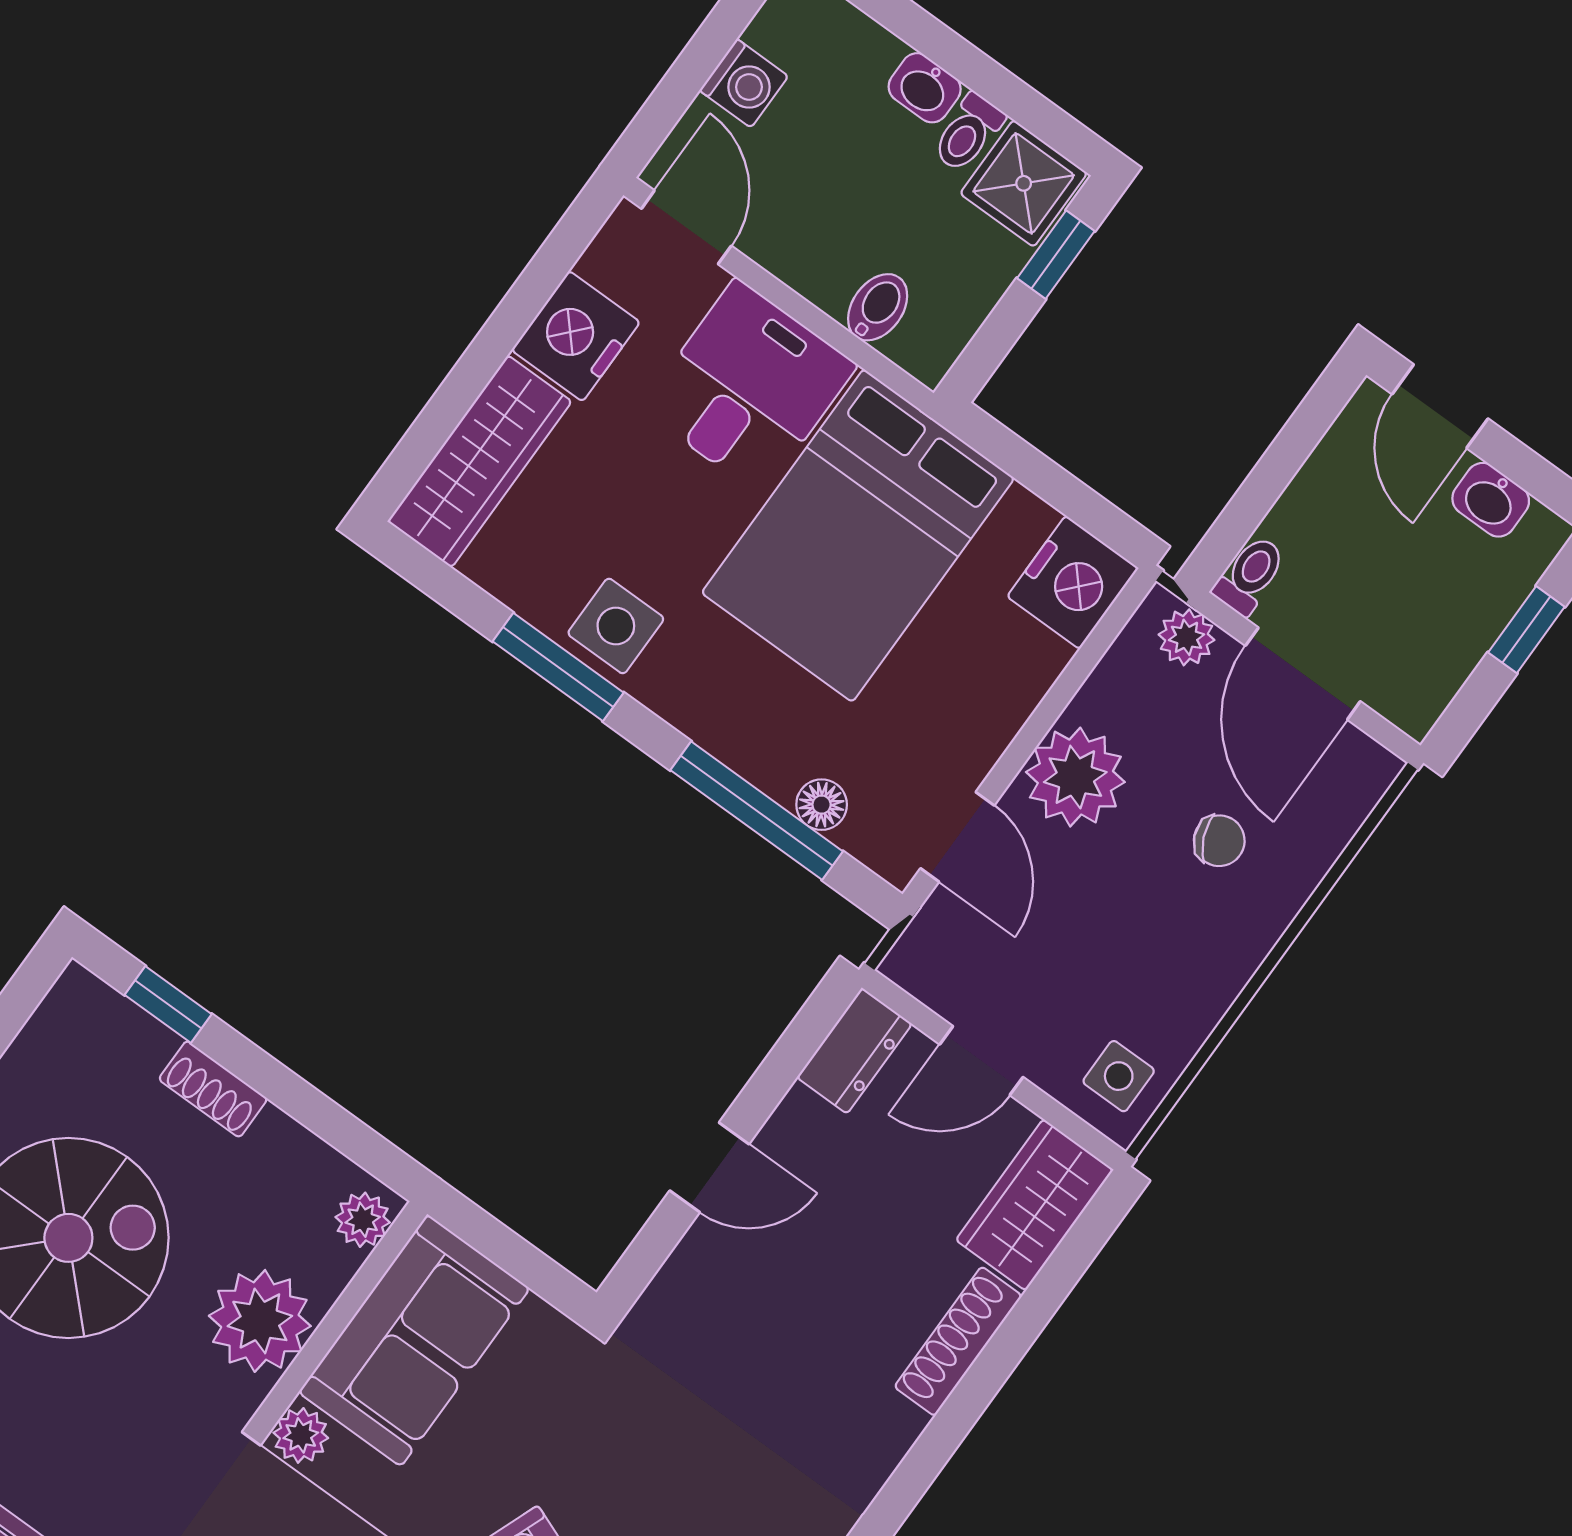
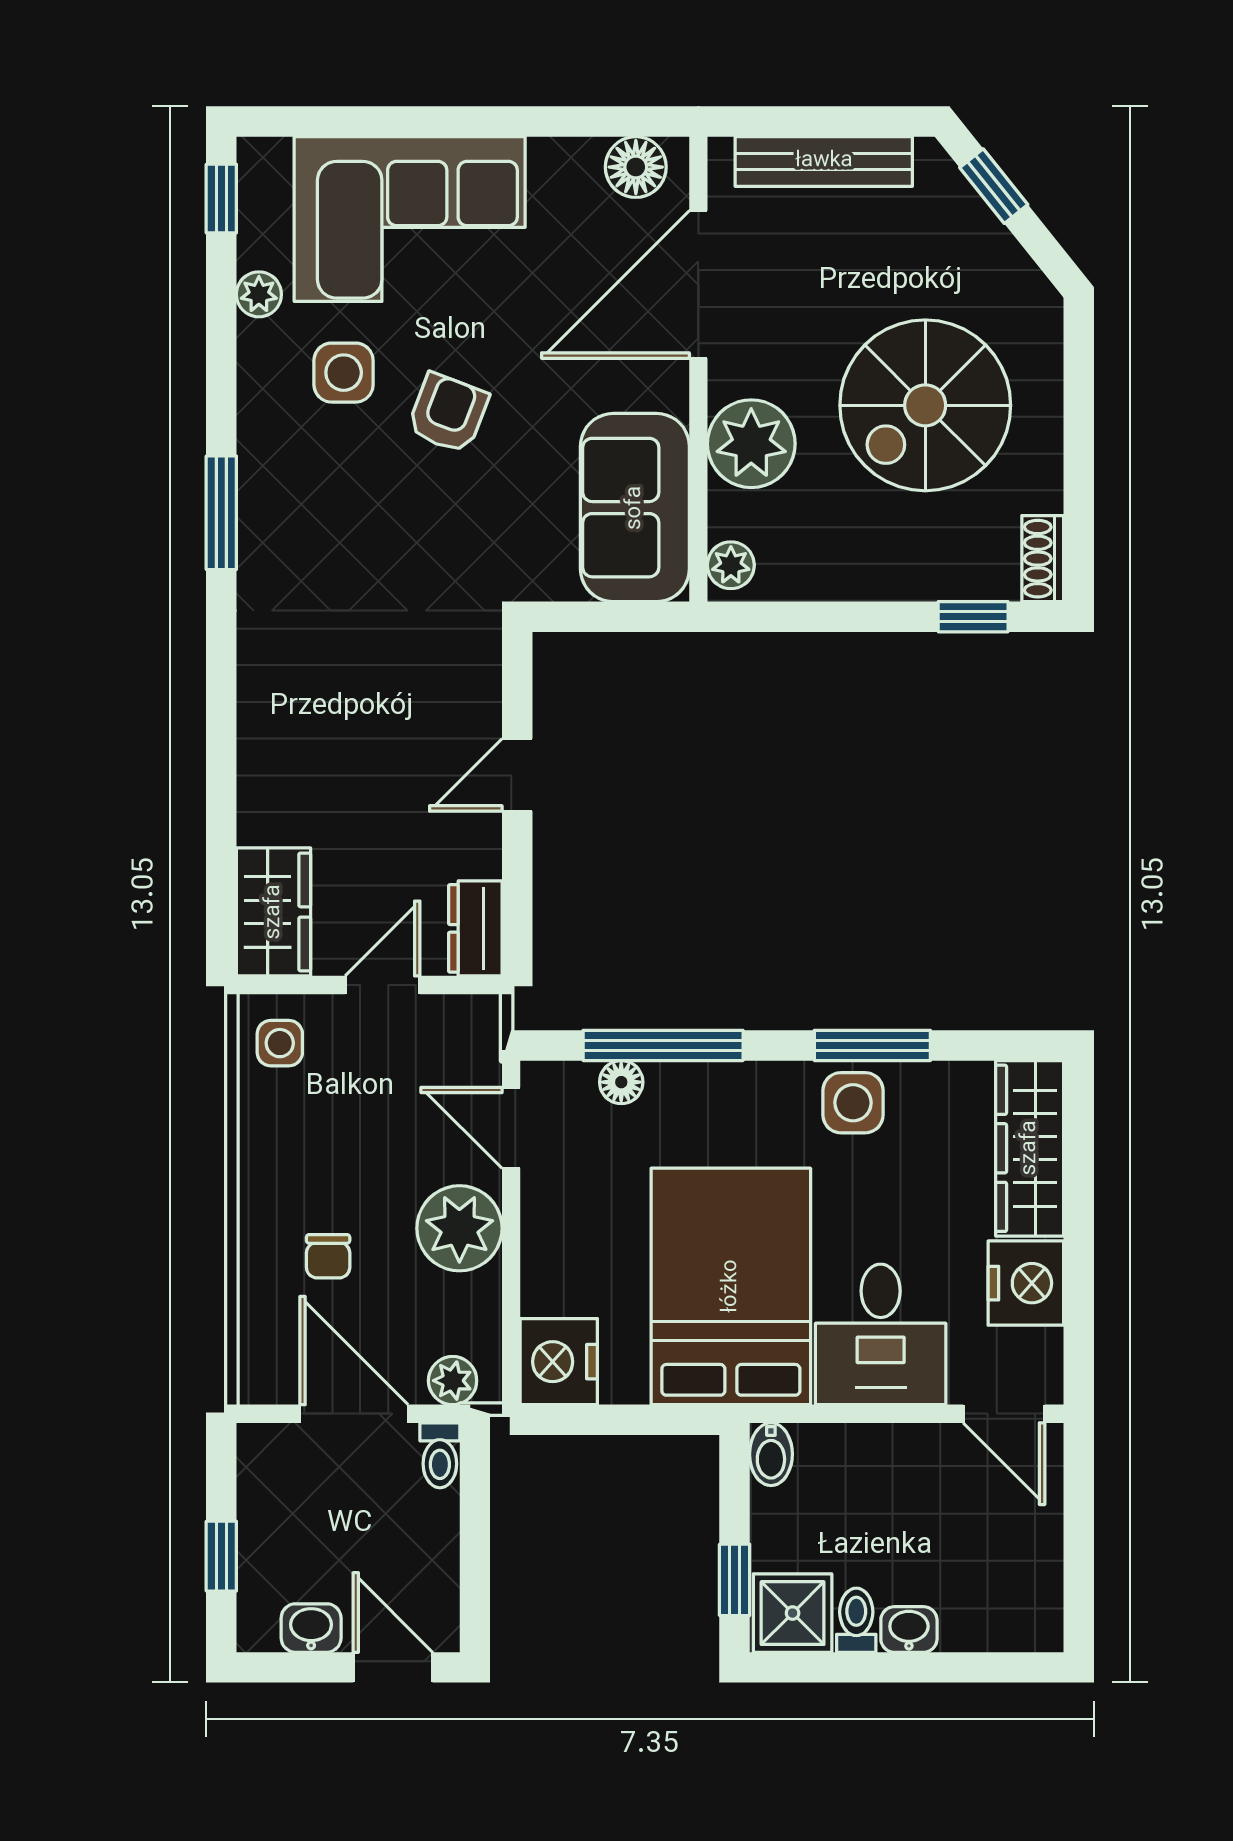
washing machine: (744, 83) -> (1036, 1542), removed
bidet: (878, 307) -> (771, 1454), moved
chair: (1219, 841) -> (328, 1256), turned -66
shoe rack: (213, 1089) -> (1043, 559), moved, turned -90
shoe rack: (958, 1341) -> (258, 779), removed
plant: (301, 1435) -> (666, 385), removed

